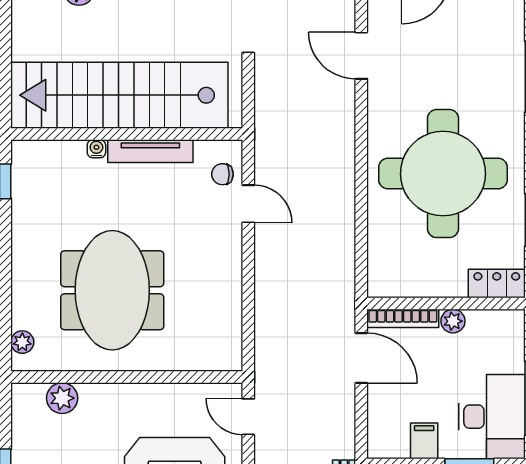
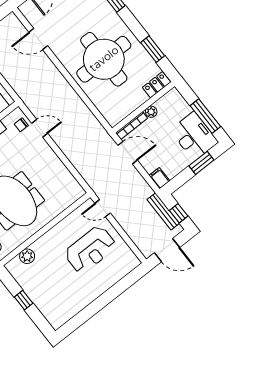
filing cabinet: (424, 441) -> (159, 178), moved

